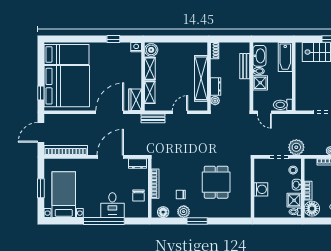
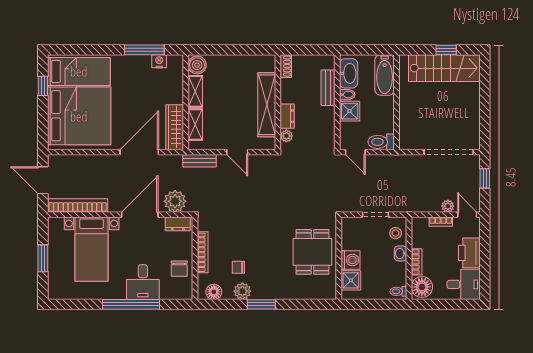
window: (113, 39) -> (144, 50), width x2.17
nightstand: (136, 47) -> (159, 61), moved
window: (41, 93) -> (43, 86), moved
wardrobe: (135, 100) -> (175, 127), width x1.50
door: (180, 112) -> (237, 152), swing flipped
door: (41, 132) -> (43, 180), hinge flipped
plant: (296, 147) -> (175, 201), moved
dining table: (216, 182) -> (312, 252), moved
bed with nightstands: (64, 195) -> (92, 249), moved, turned 180
shower: (294, 200) -> (351, 280), moved

